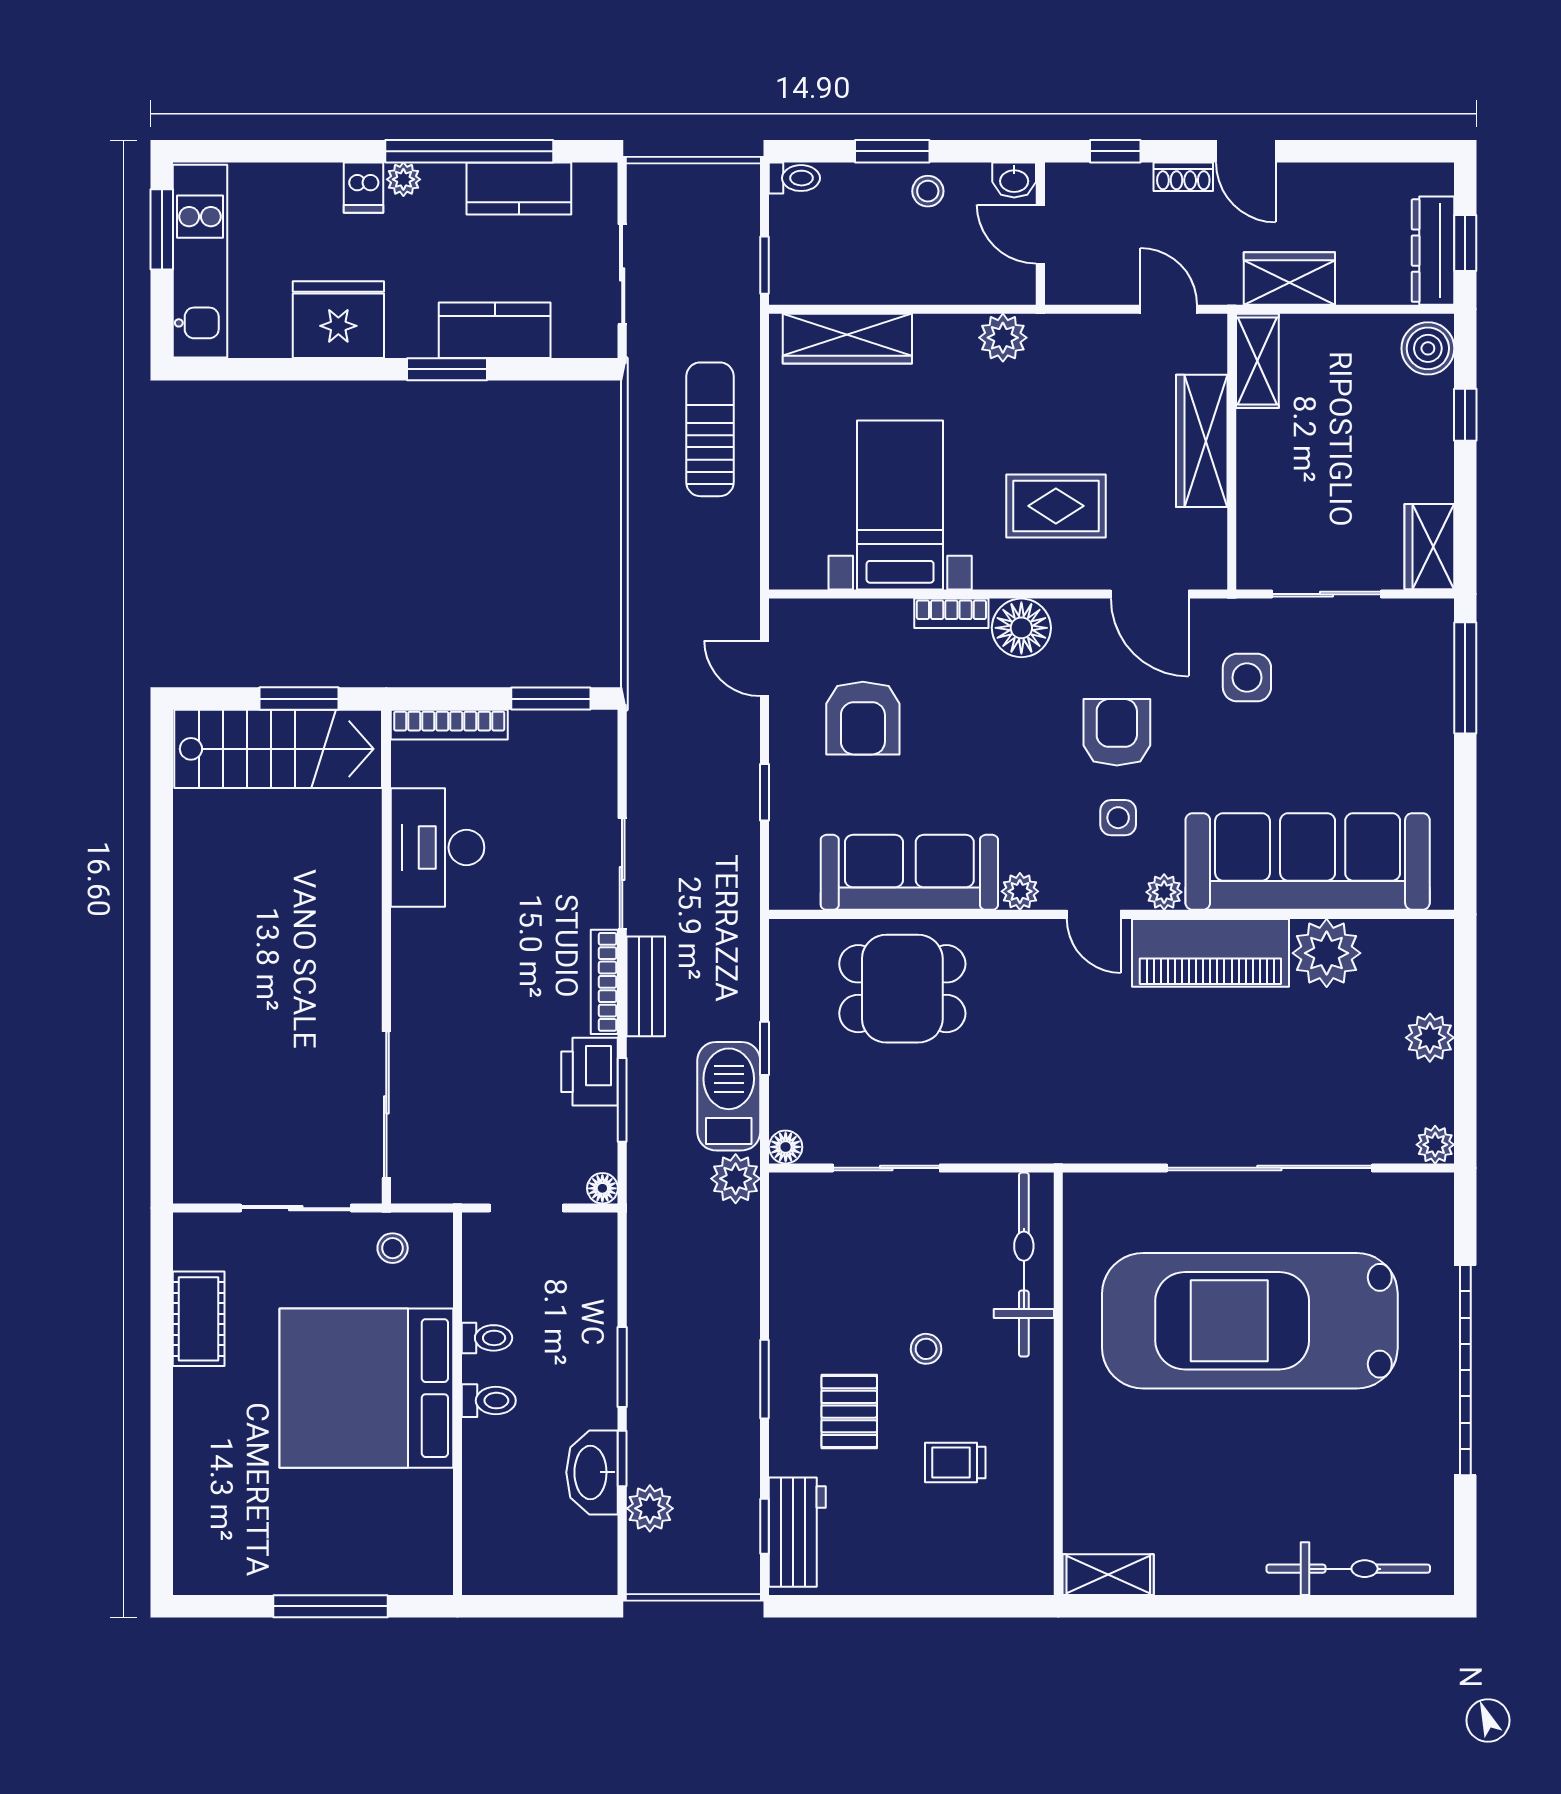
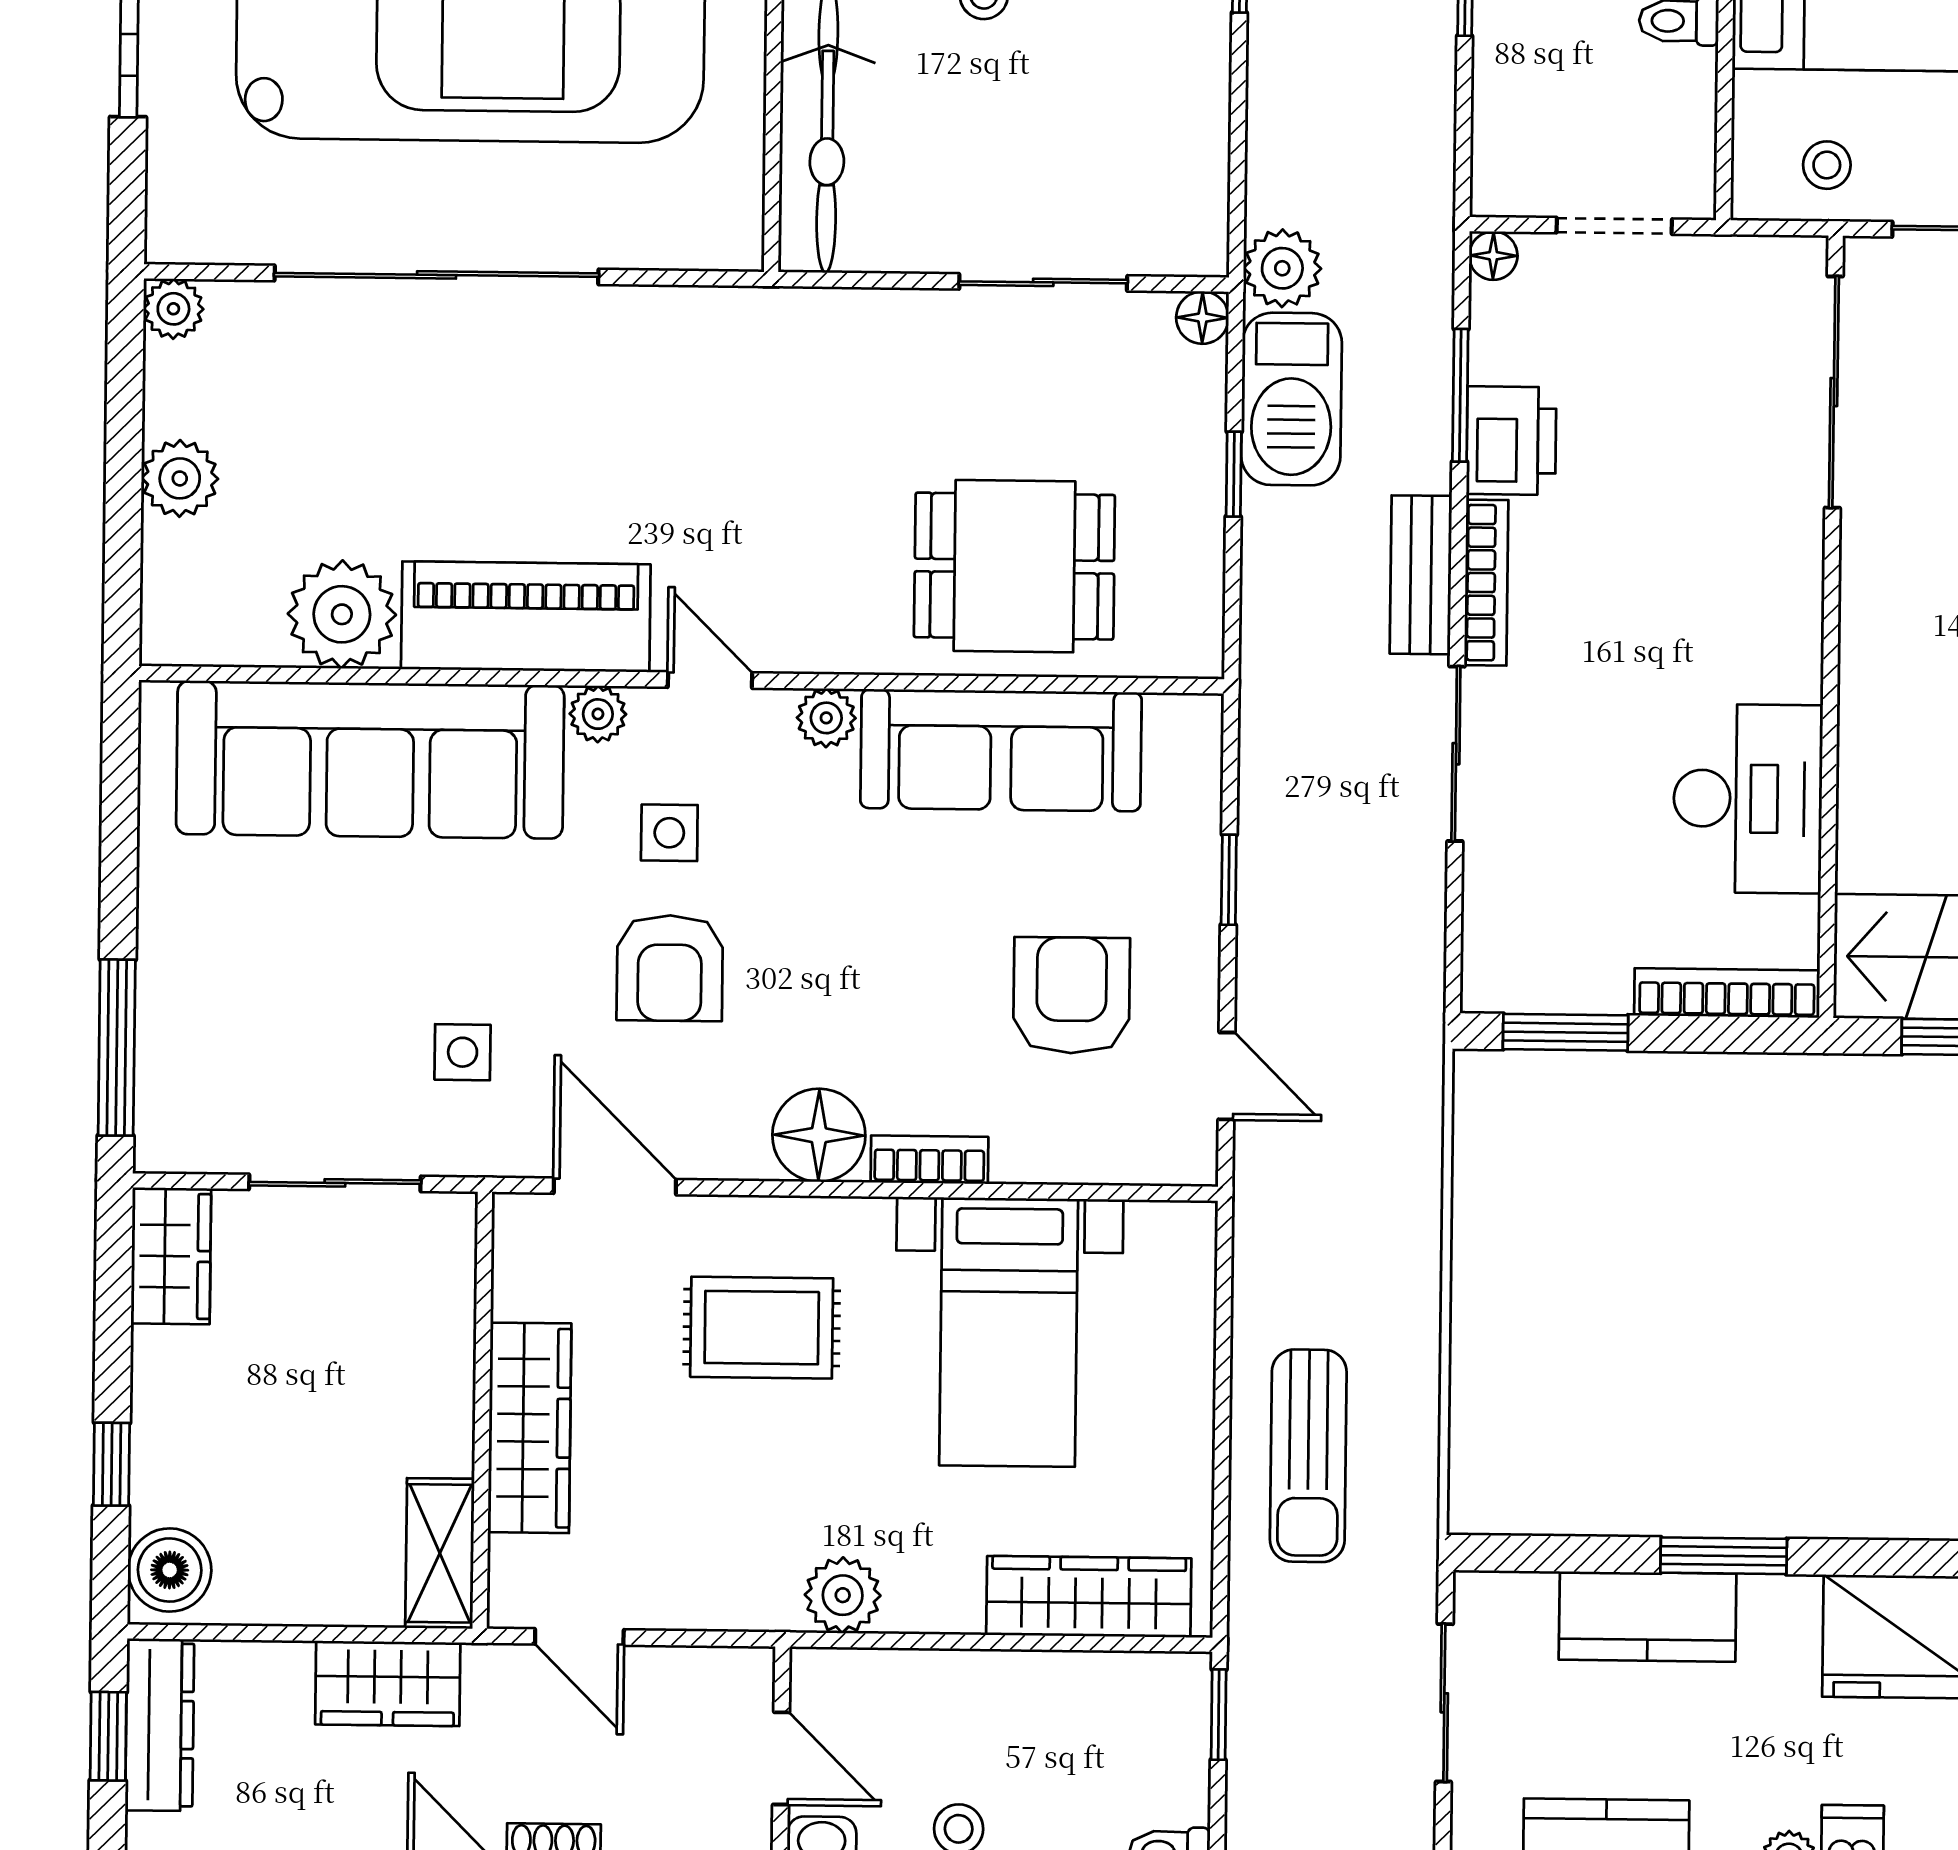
side table: (1247, 678) -> (463, 1052), width x0.73, depth x0.73

